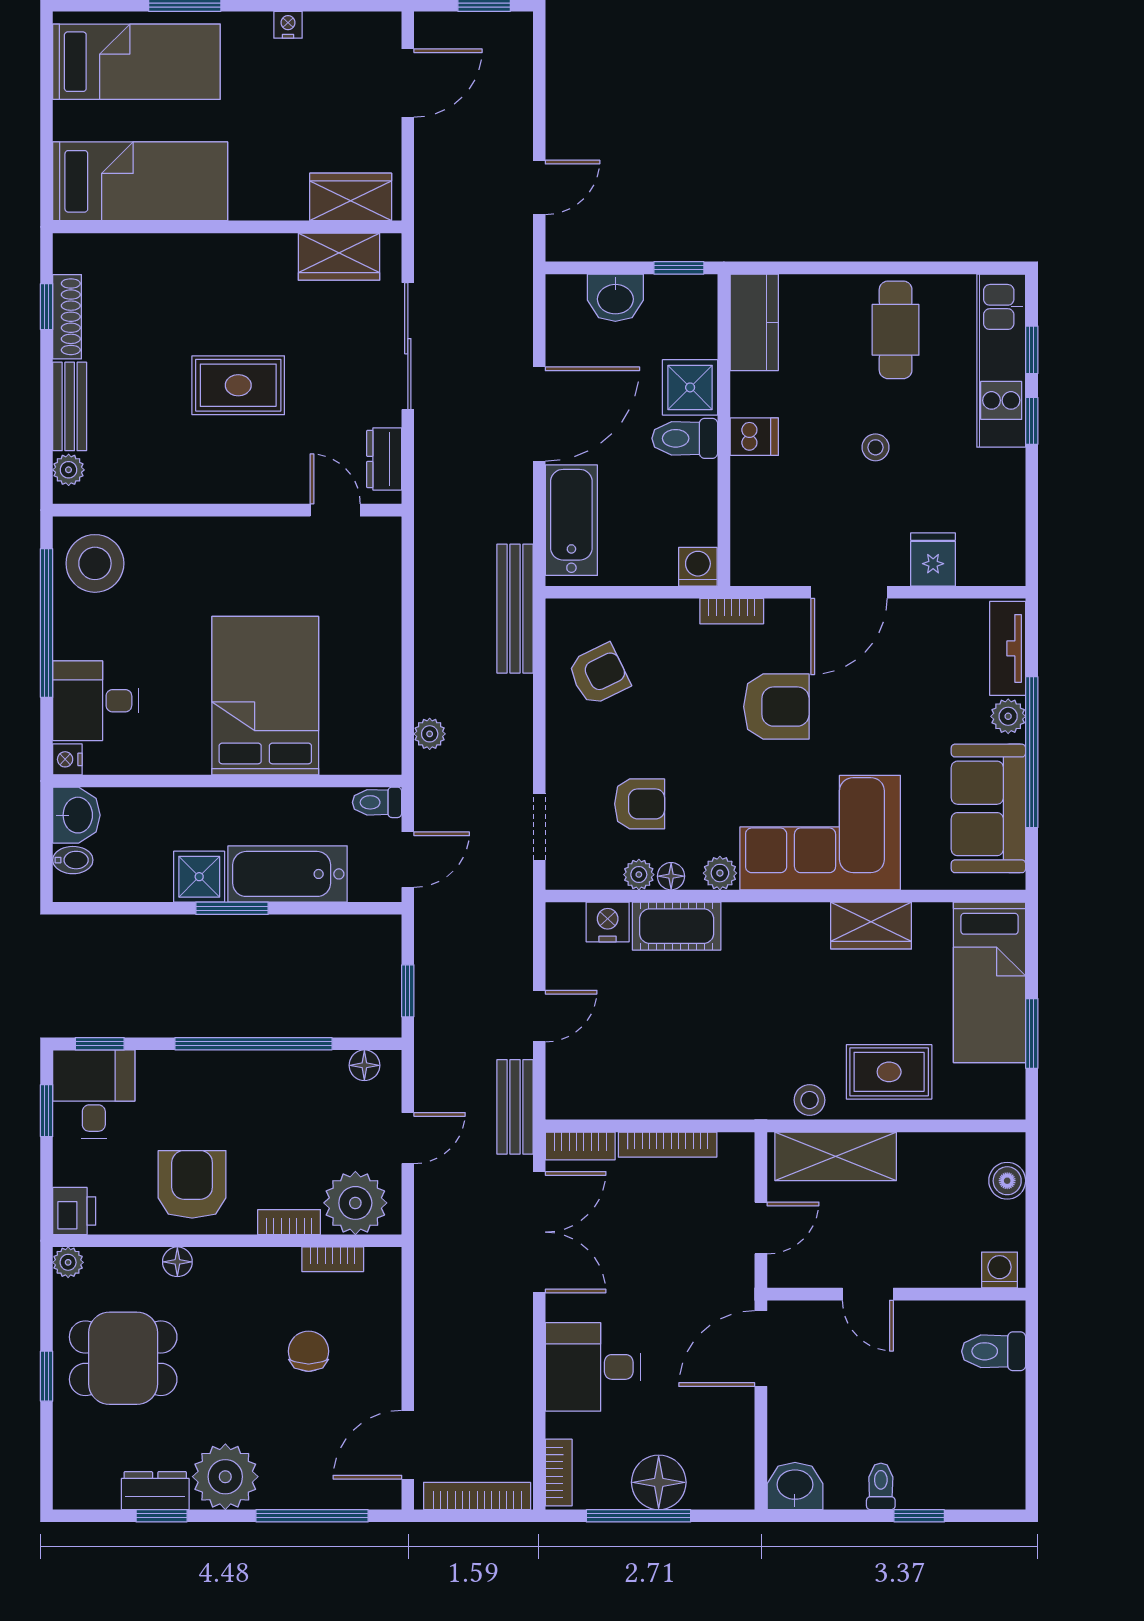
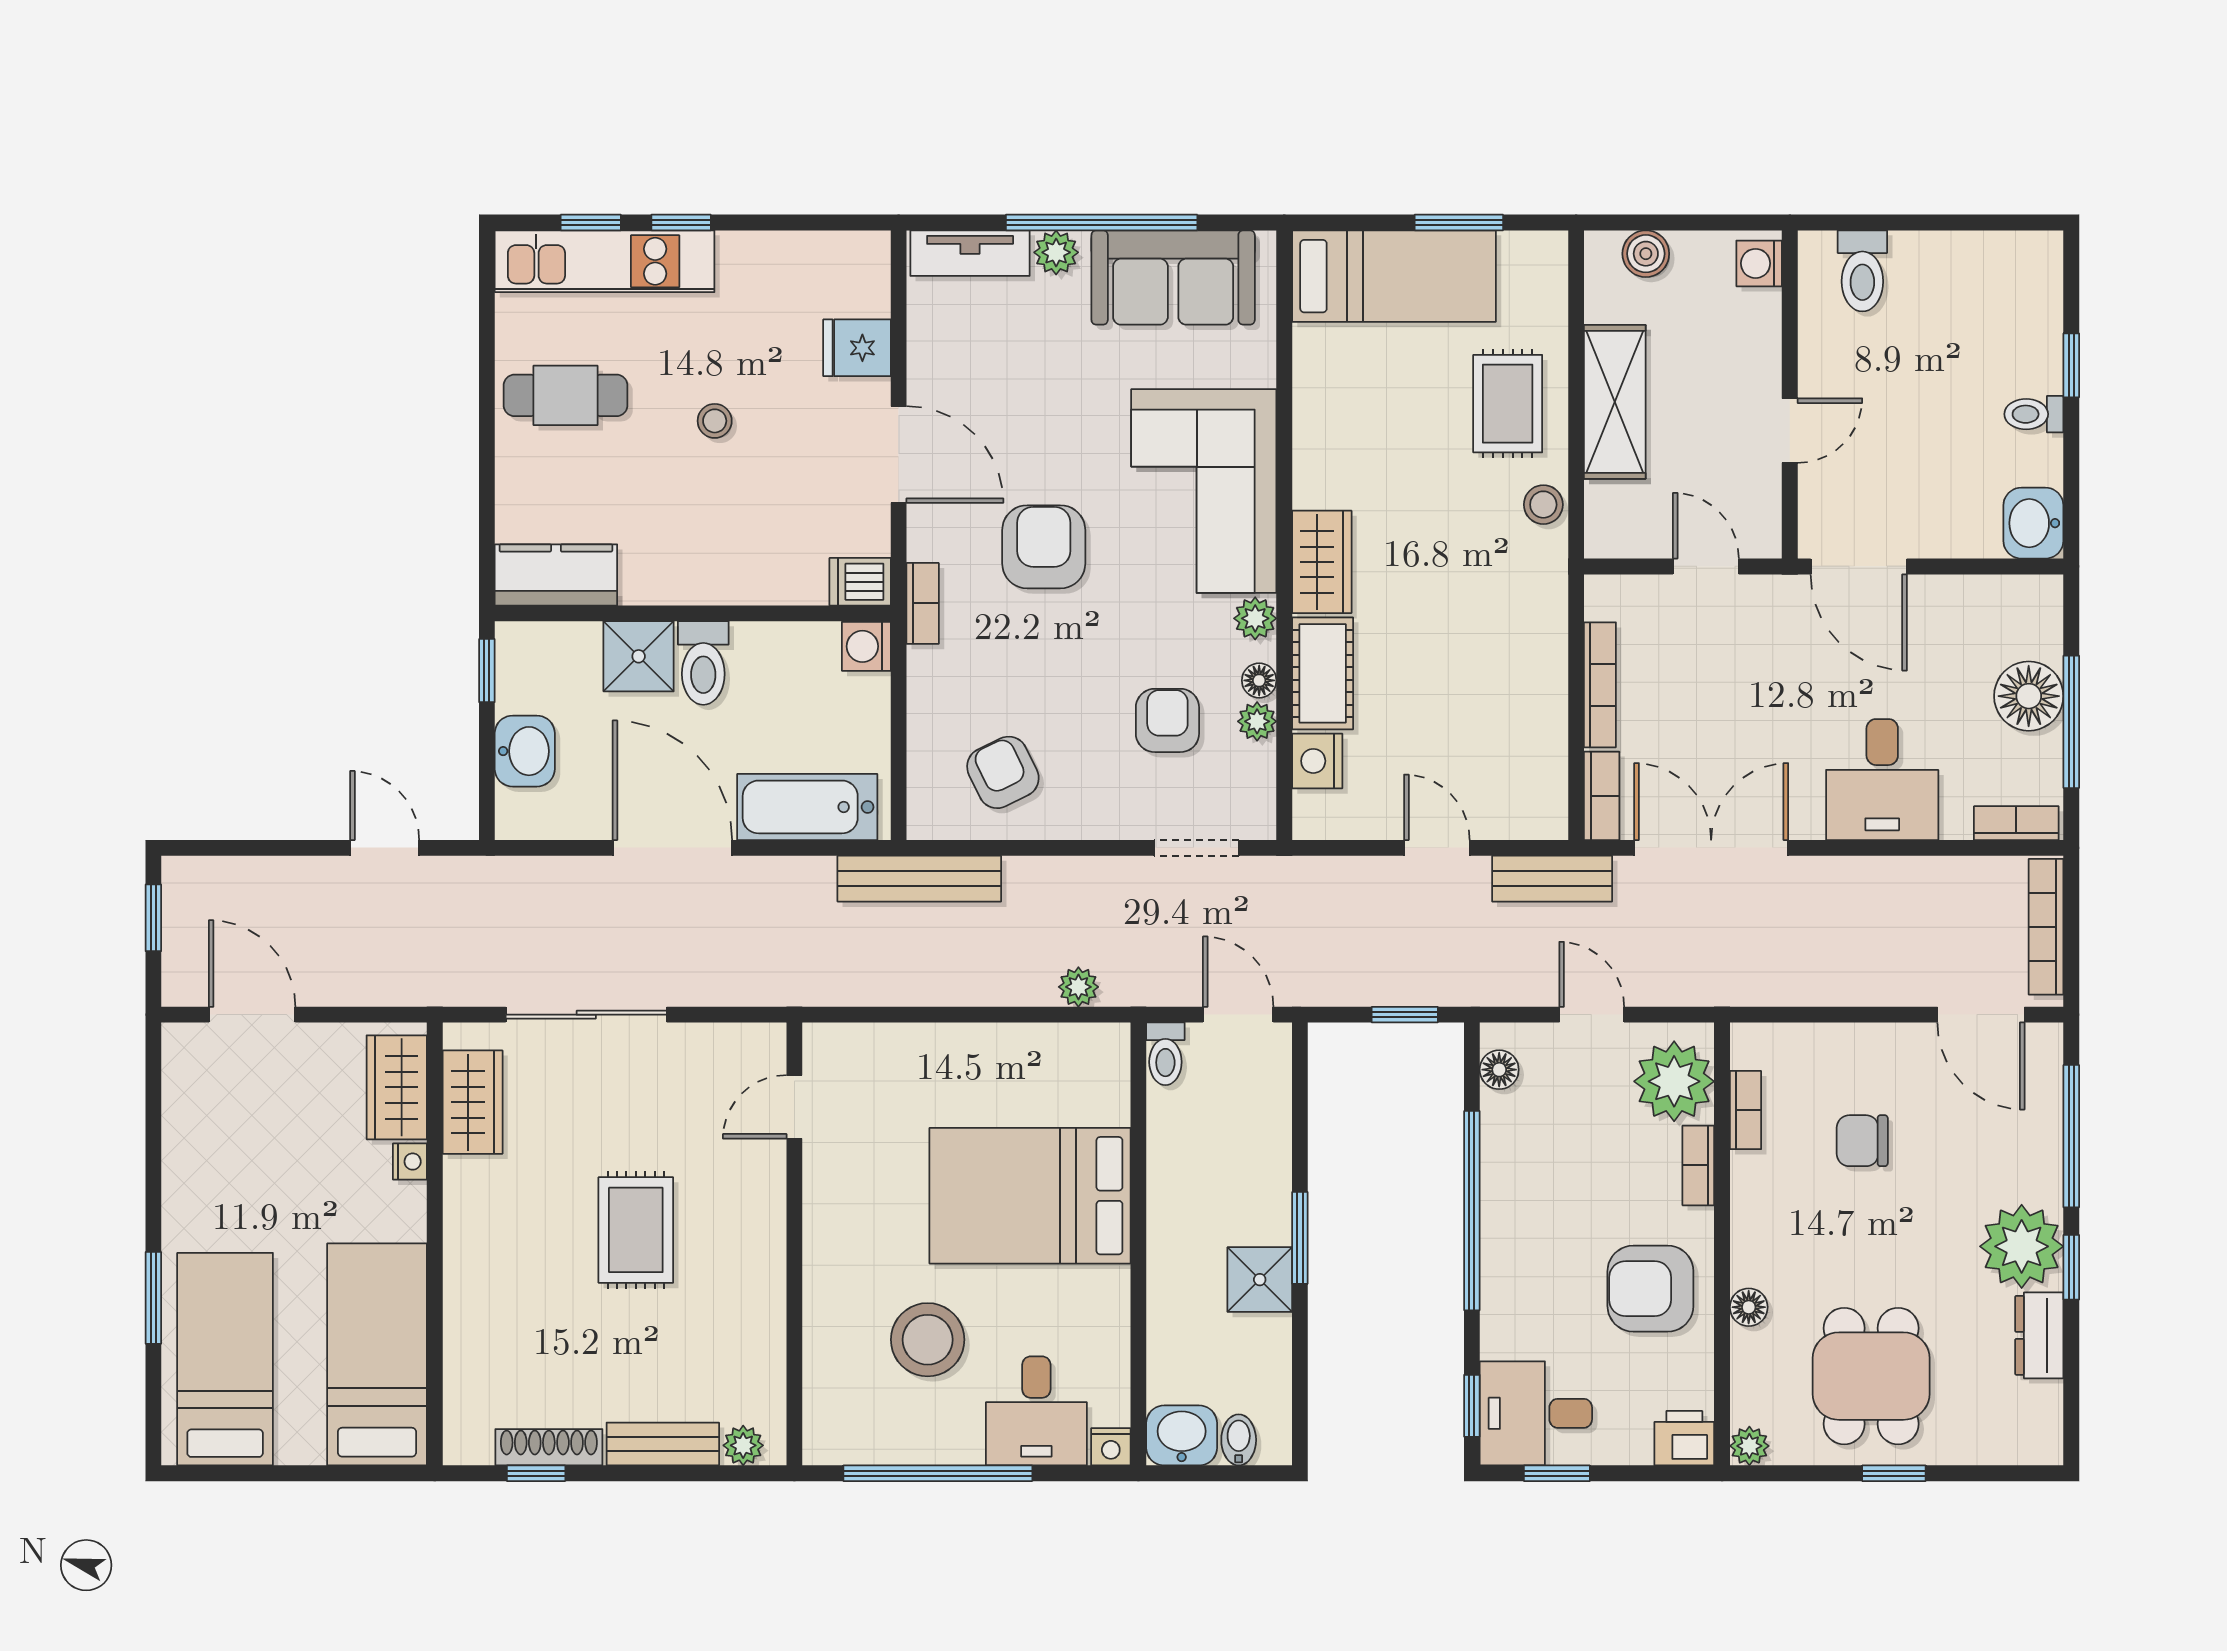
nightstand: (288, 25) -> (410, 1162), moved, turned 180
dishwasher: (754, 437) -> (860, 582), moved, turned -90
dresser: (384, 459) -> (729, 1045), removed
stool: (95, 563) -> (928, 1340), moved
bathtub: (288, 874) -> (1256, 1167), removed
wardrobe: (871, 926) -> (1322, 562), moved
shelving: (836, 1156) -> (1615, 402), moved
window: (162, 1516) -> (2071, 1267), moved

